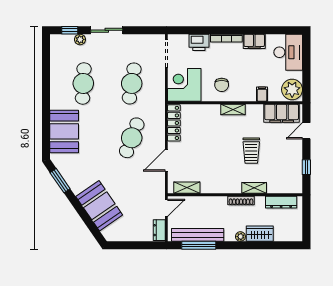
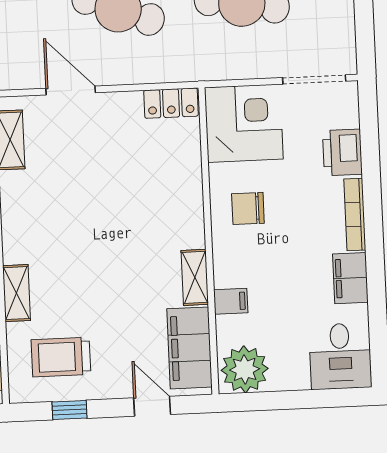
desk: (288, 52) -> (340, 356), width x0.73
shelving: (233, 110) -> (195, 277), moved
locker: (174, 123) -> (171, 103), width x0.66
trolley: (251, 151) -> (61, 357), moved

